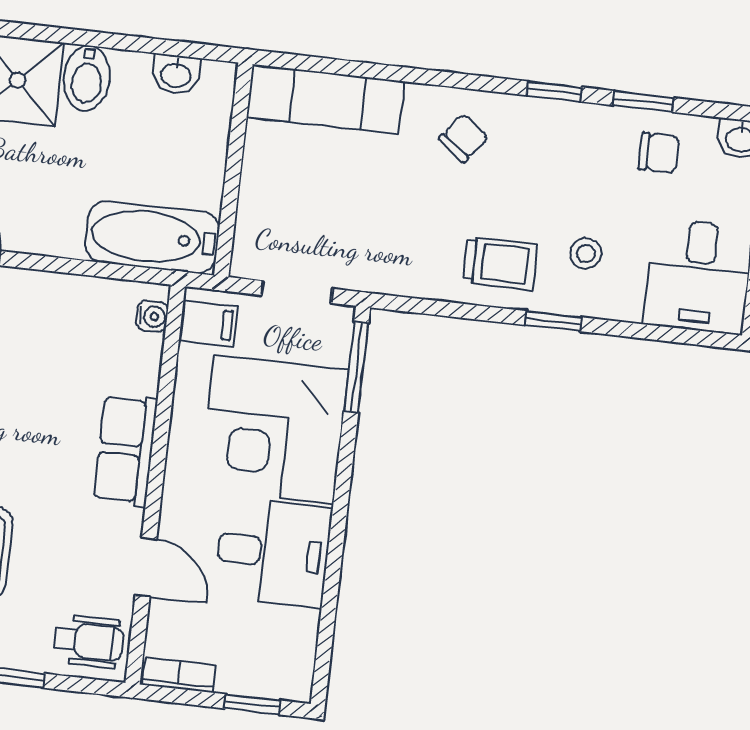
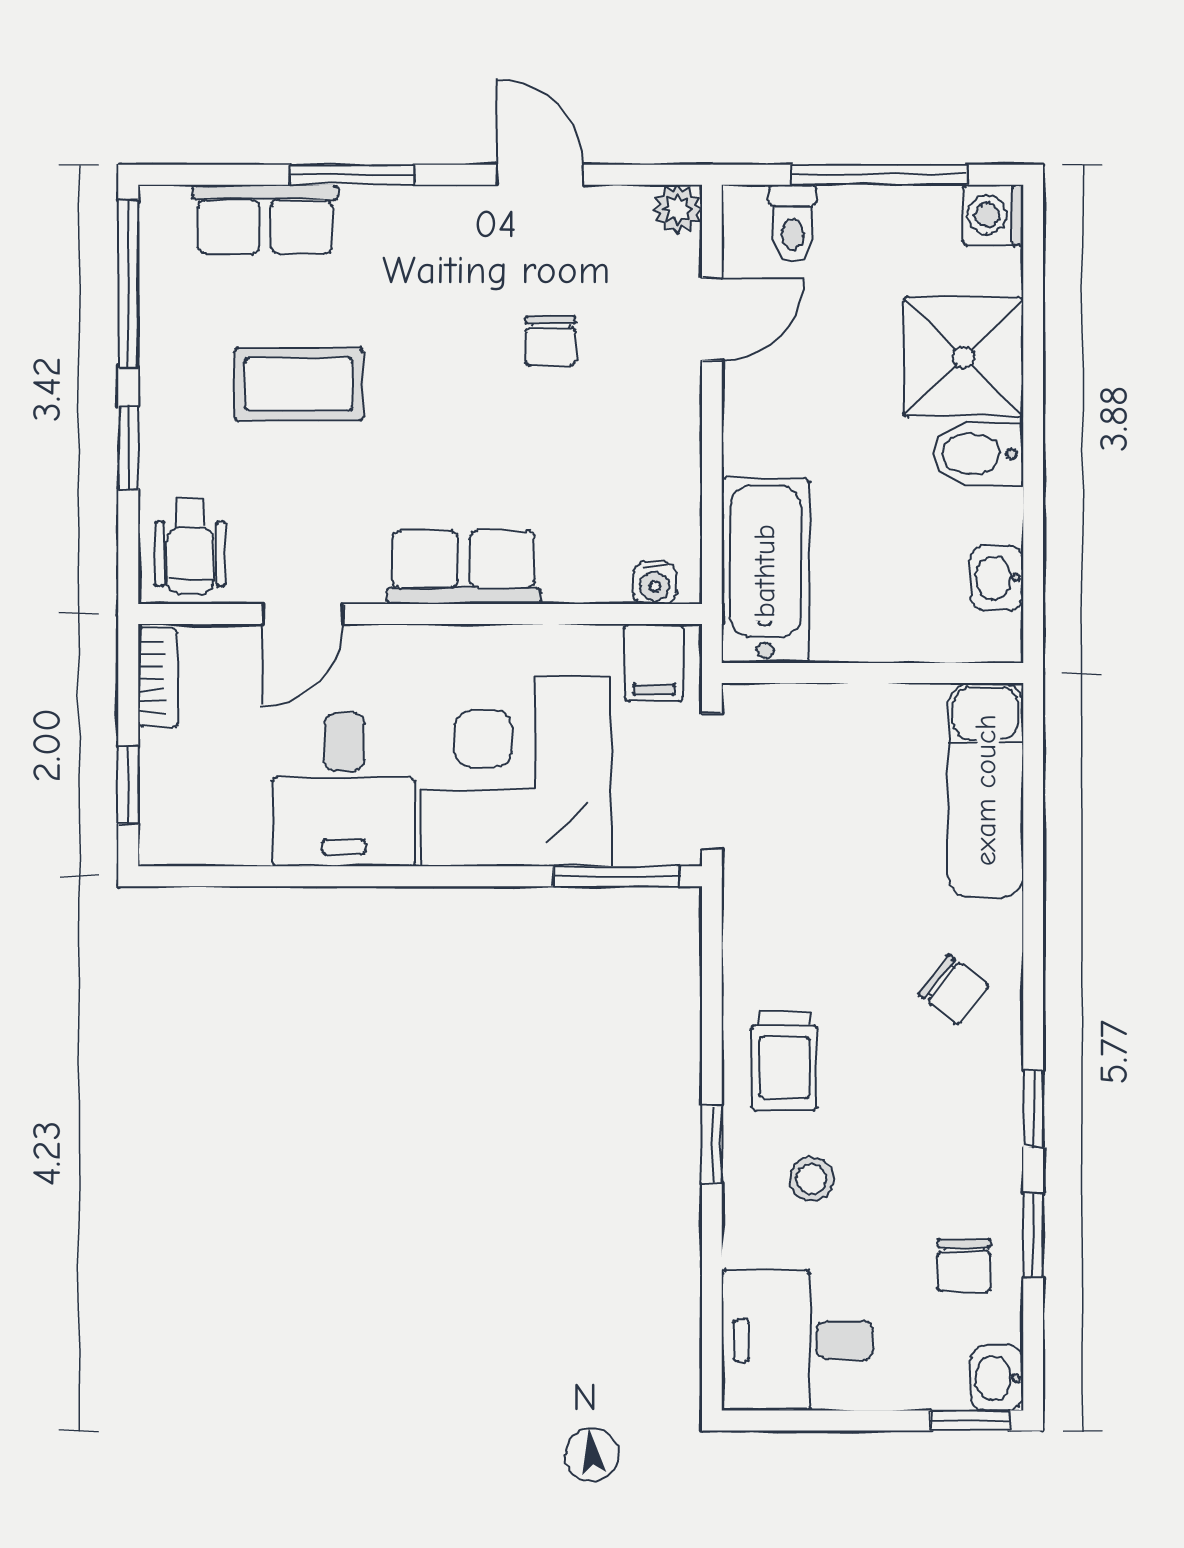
doorway: (297, 292) -> (712, 781), width x1.38

